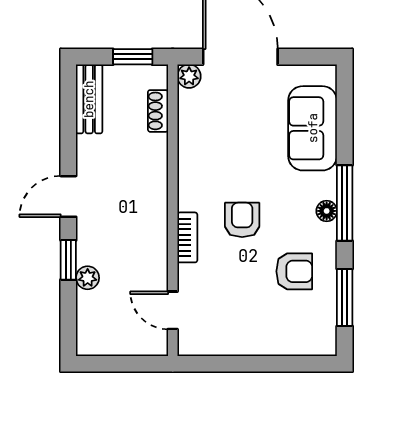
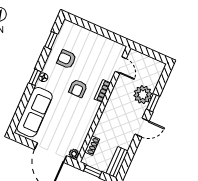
sofa: (313, 128) -> (35, 112), width x1.36
window: (345, 203) -> (35, 77), width x0.46
plant: (88, 278) -> (143, 95), width x1.87, depth x1.87
window: (345, 297) -> (51, 40), width x0.67

